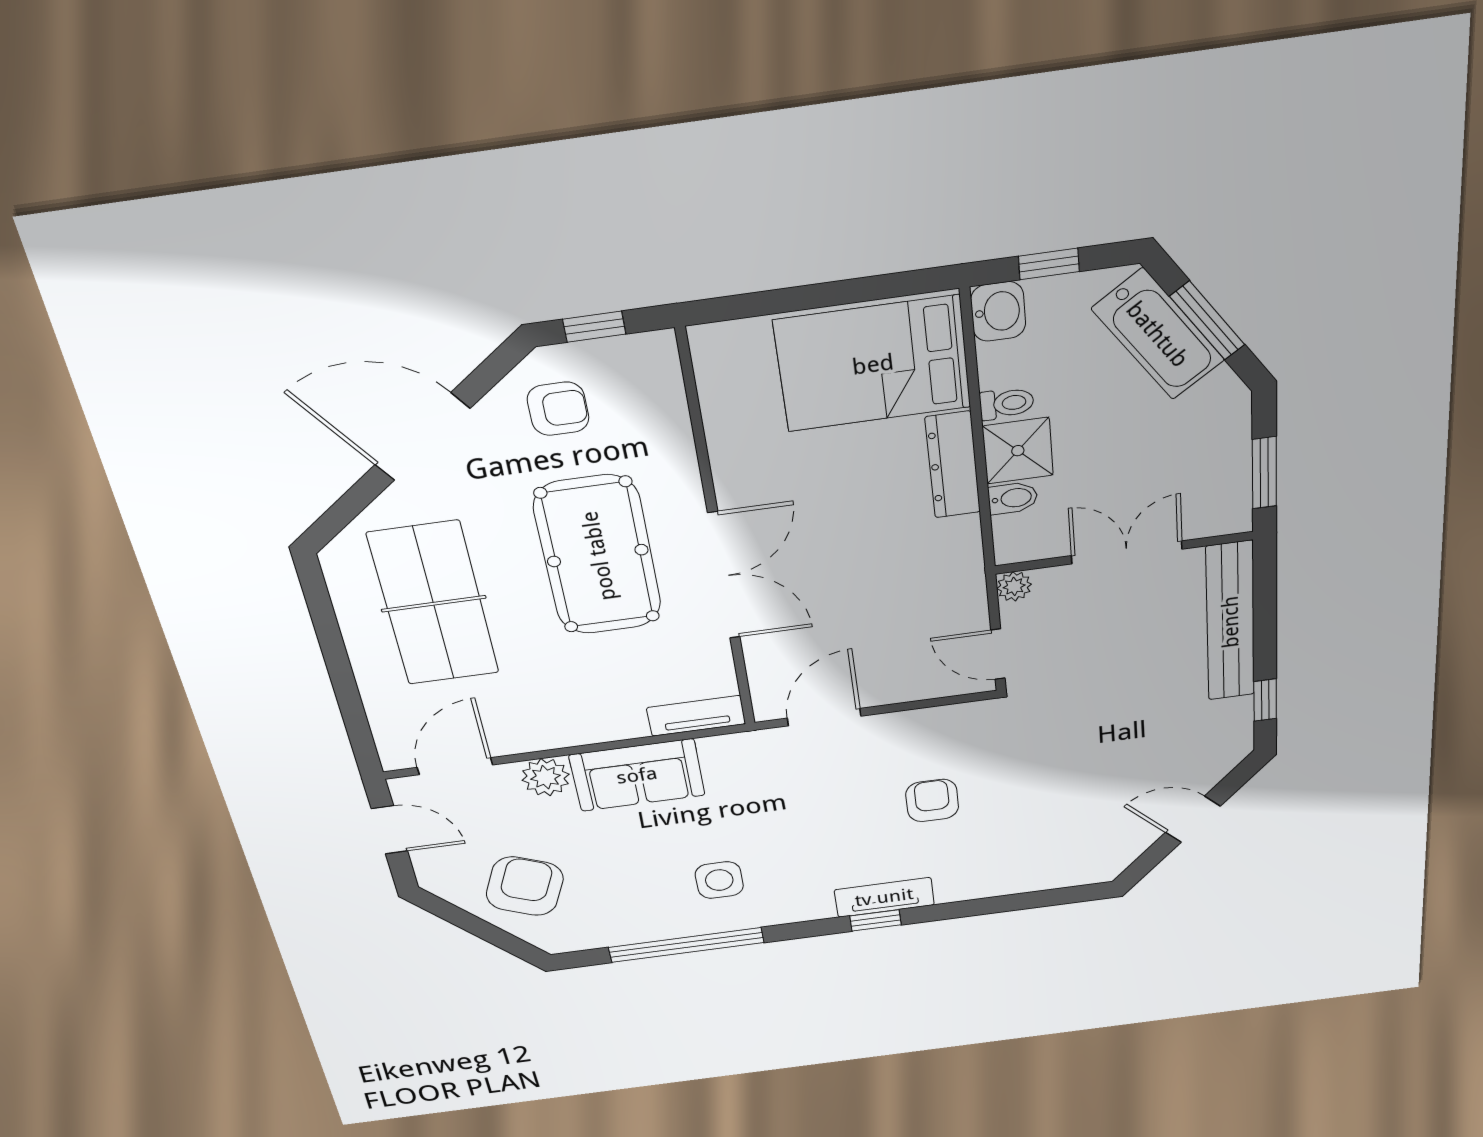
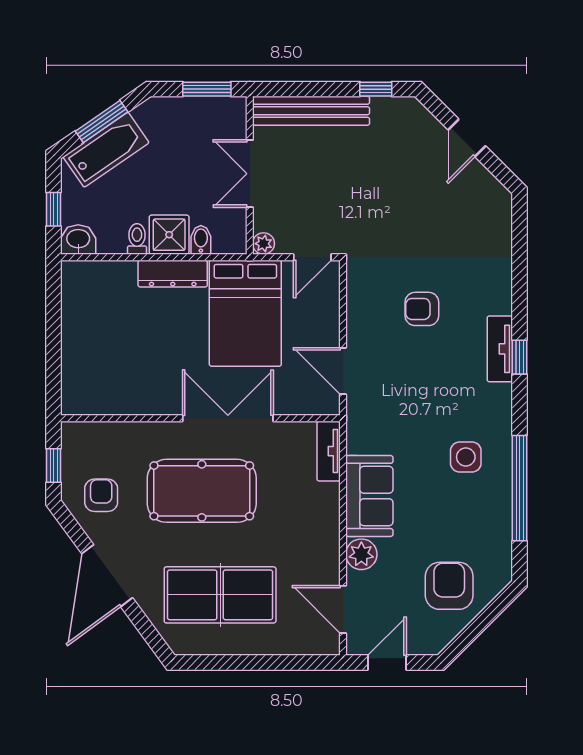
bed: (873, 364) -> (245, 313), moved
armchair: (525, 886) -> (449, 586), turned 67

